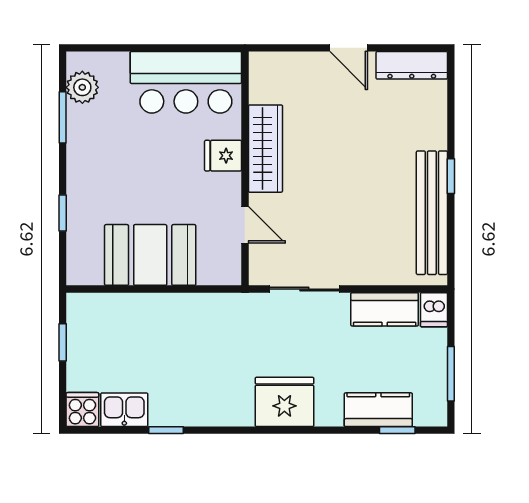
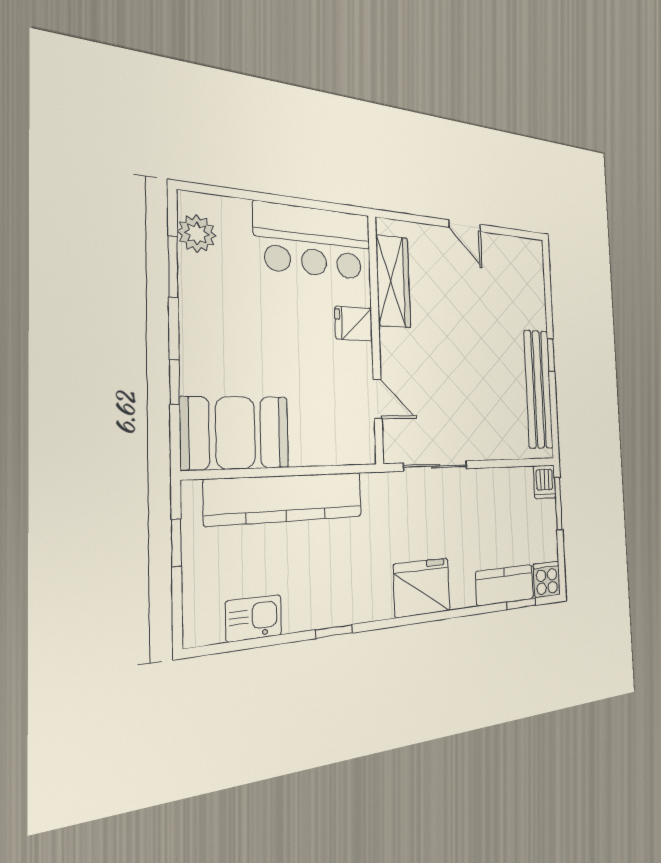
dresser: (412, 65) -> (516, 249), removed
wardrobe: (265, 149) -> (393, 281), moved
booth: (150, 255) -> (235, 433), moved
kitchen counter: (385, 309) -> (286, 498), moved, width x2.08, depth x1.17
window: (451, 374) -> (558, 504), moved
cooker: (82, 410) -> (547, 579), moved
window: (166, 430) -> (334, 631), moved

